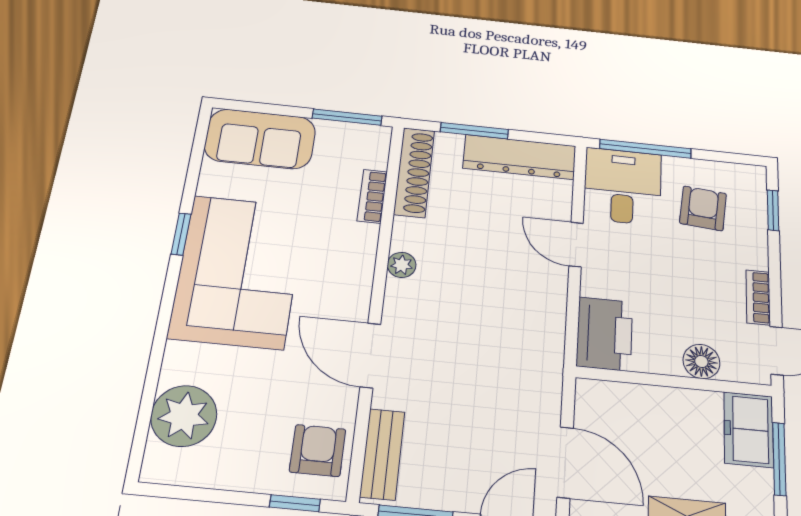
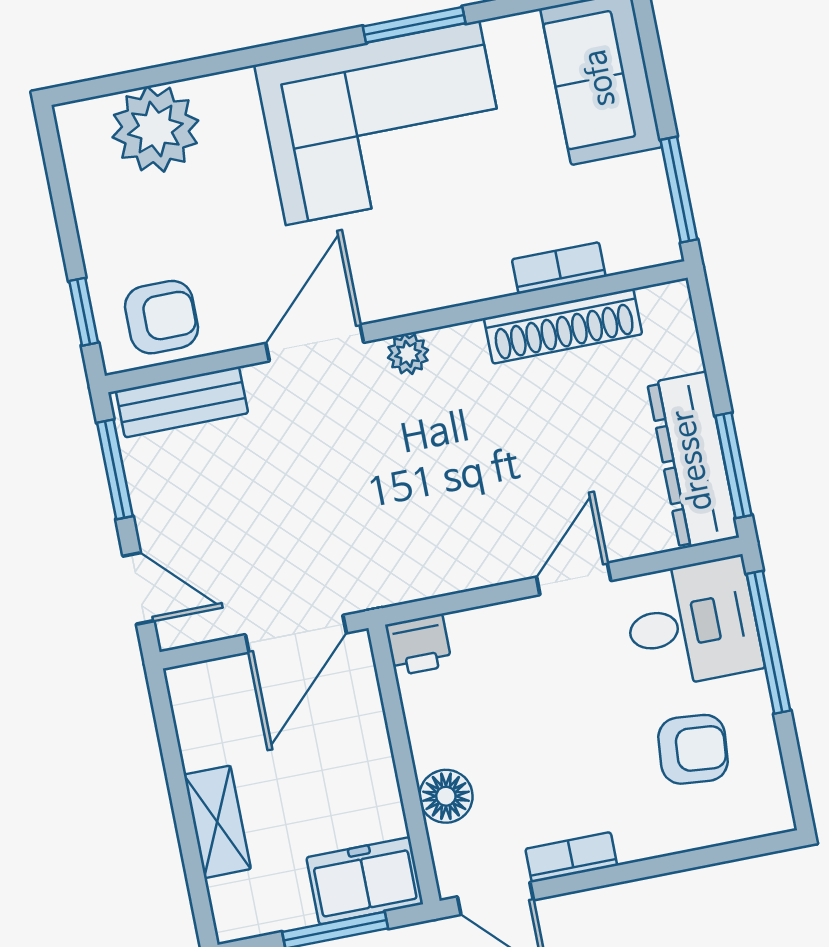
window: (474, 131) -> (733, 465), moved
shoe rack: (414, 172) -> (563, 326), moved
window: (773, 210) -> (723, 853), removed
window: (181, 234) -> (414, 25), width x1.50
plant: (402, 265) -> (408, 354), moved
printer: (605, 334) -> (419, 645), width x0.53, depth x0.68
door: (565, 462) -> (296, 634), moved

